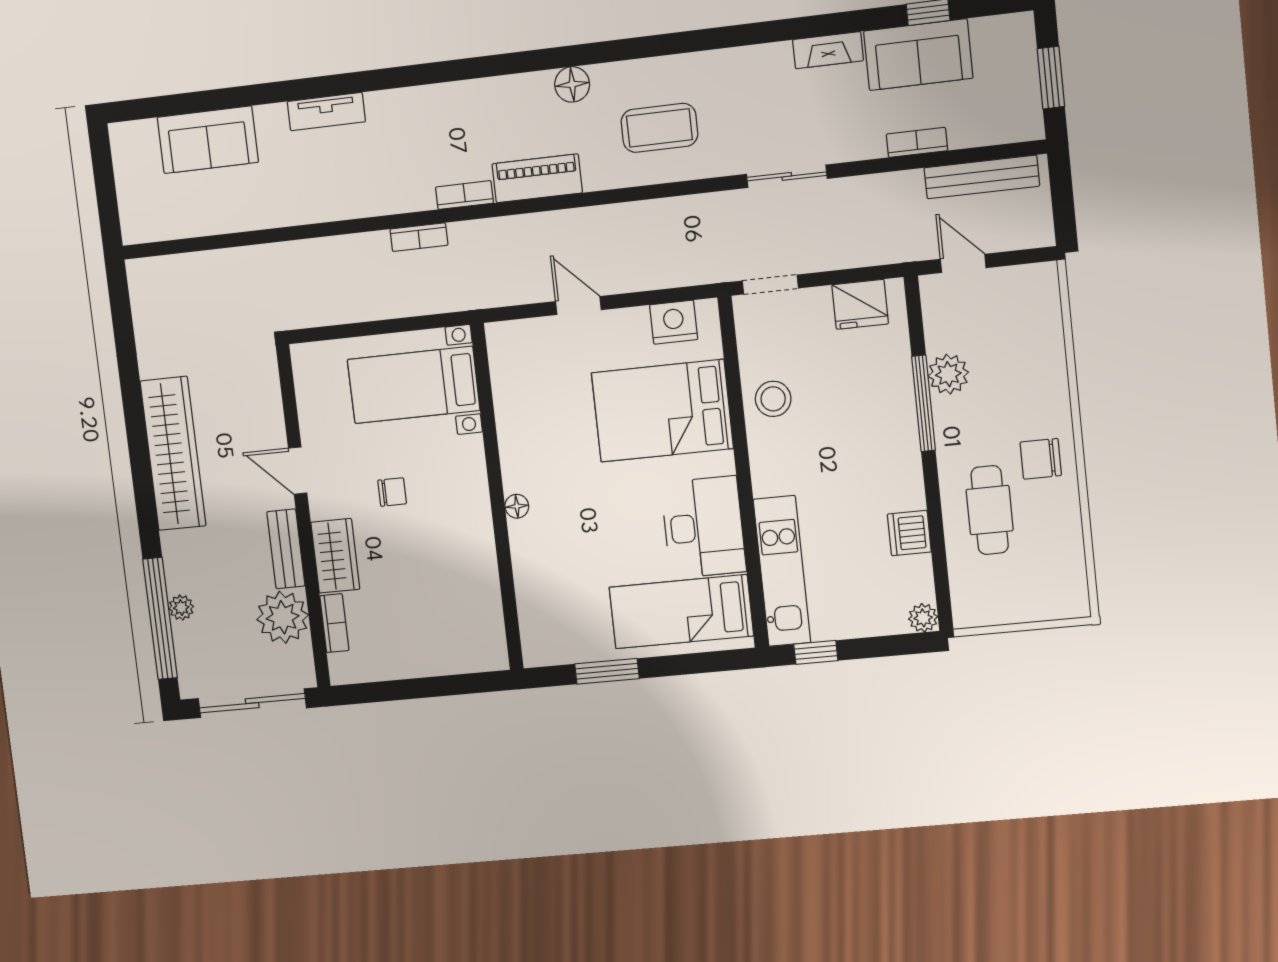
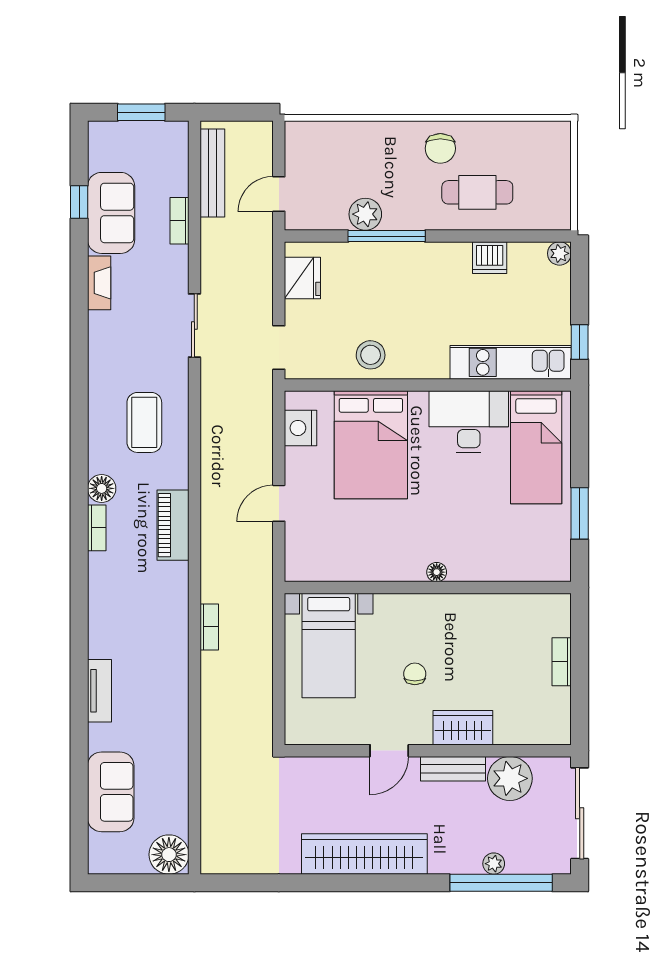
bookcase: (464, 195) -> (97, 528), moved, turned 180
floor lamp: (143, 219) -> (169, 855), added
bookcase: (334, 623) -> (562, 662), moved, turned -90

